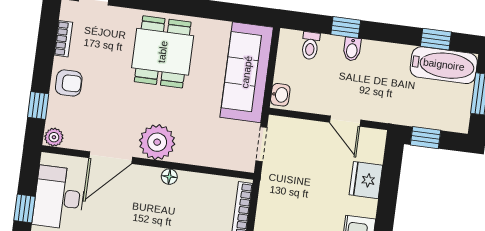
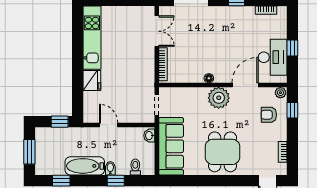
bathtub: (444, 65) -> (85, 166), moved
armchair: (69, 83) -> (269, 115), moved
fridge: (366, 180) -> (92, 81), moved

